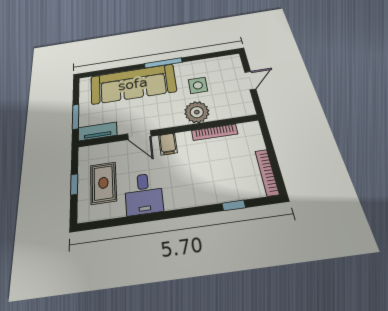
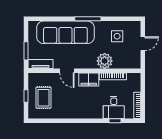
side table: (198, 85) -> (117, 36), moved
filing cabinet: (168, 144) -> (89, 80), width x2.00
desk: (144, 194) -> (114, 107), moved

